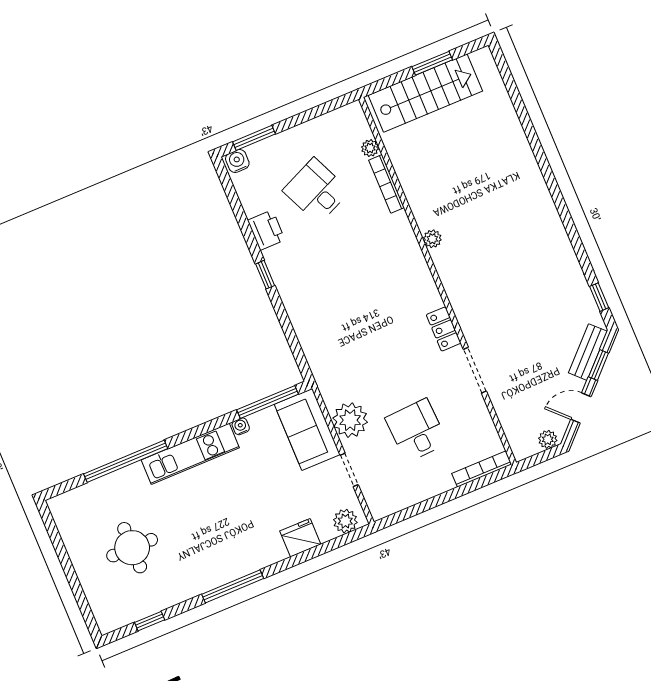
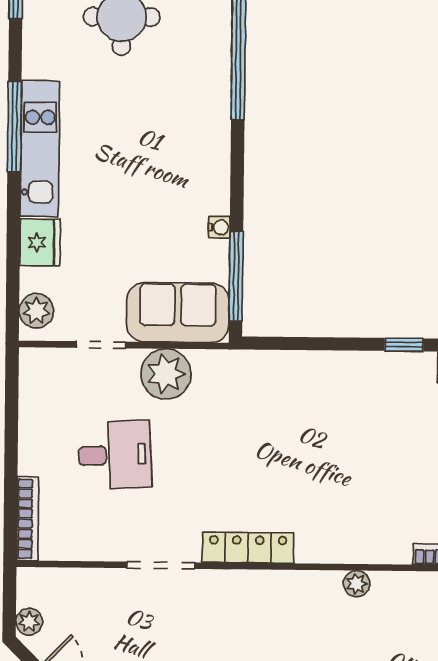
locker: (444, 329) -> (248, 548), width x1.53
kitchen unit: (190, 454) -> (40, 149), moved, turned 180

